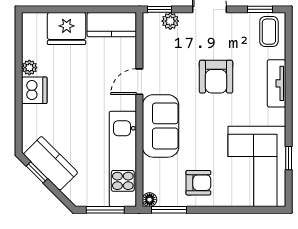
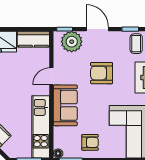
plant: (170, 21) -> (72, 42), width x1.88, depth x1.88
armchair: (216, 77) -> (102, 73), turned 90

